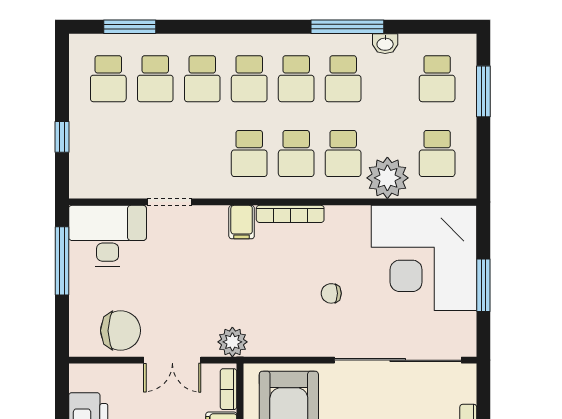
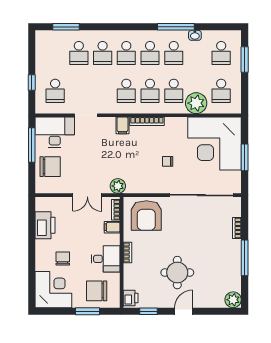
school desk: (108, 79) -> (55, 91), moved
chair: (121, 331) -> (50, 167), moved

